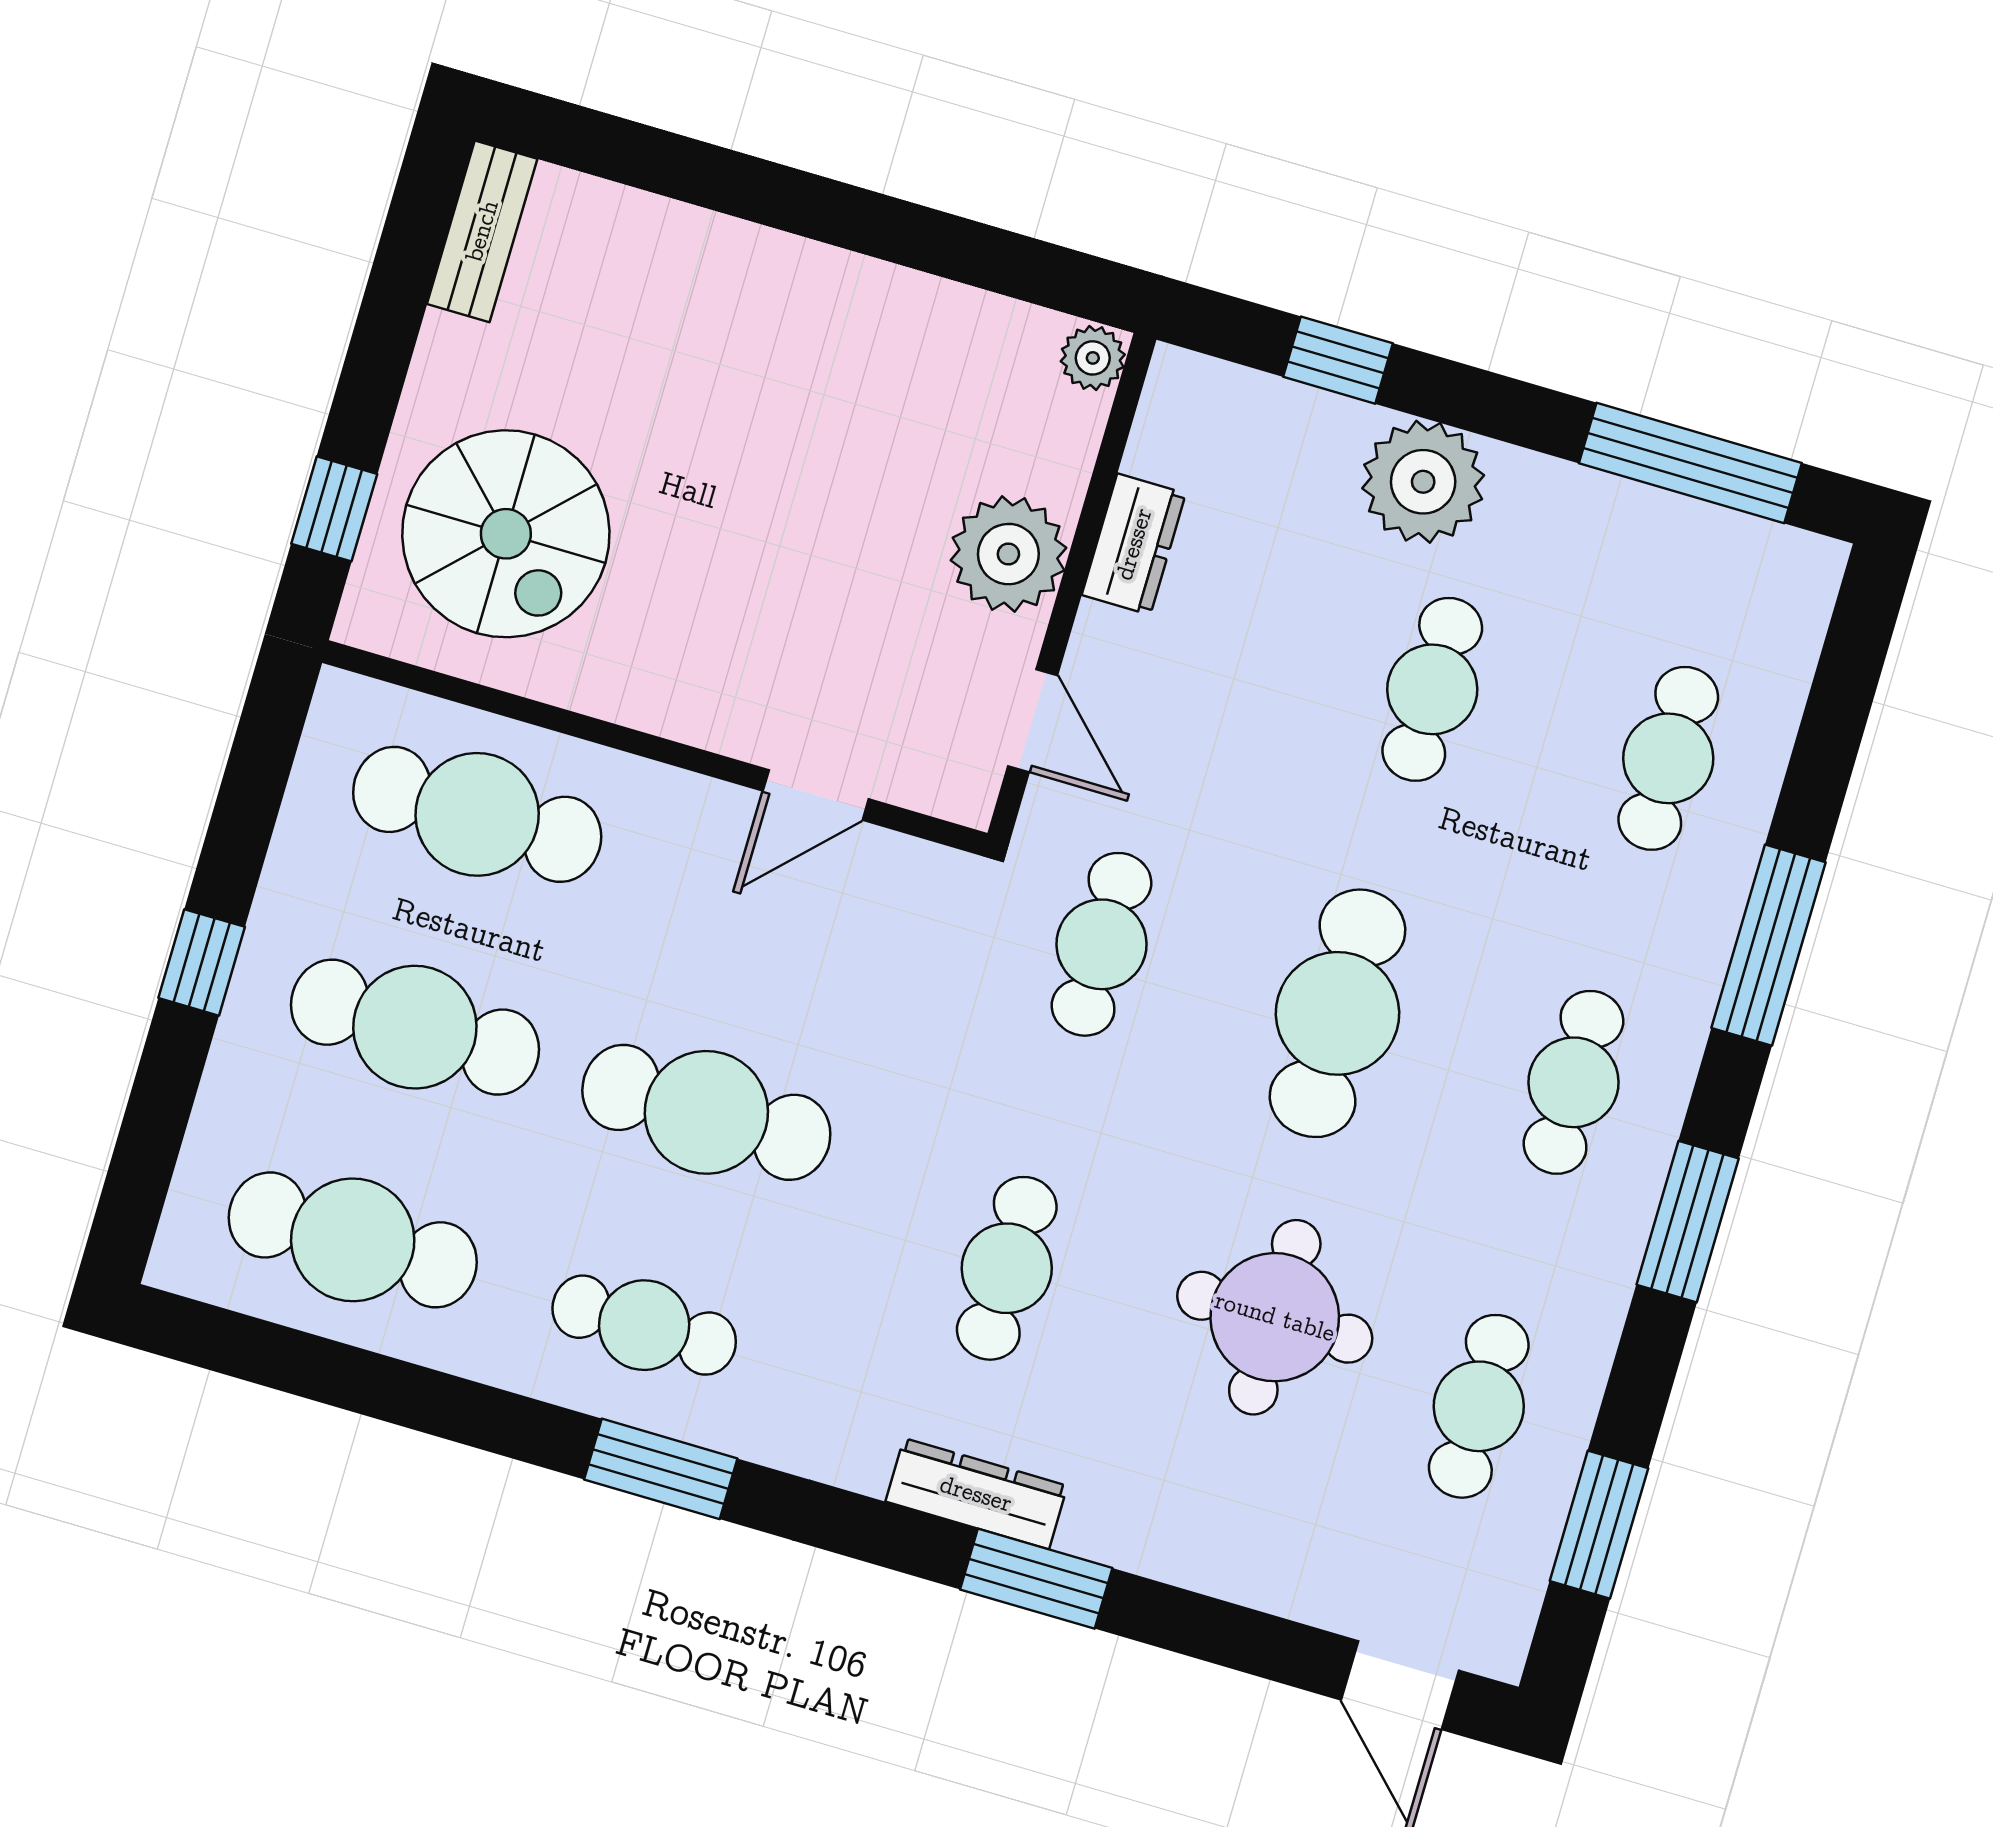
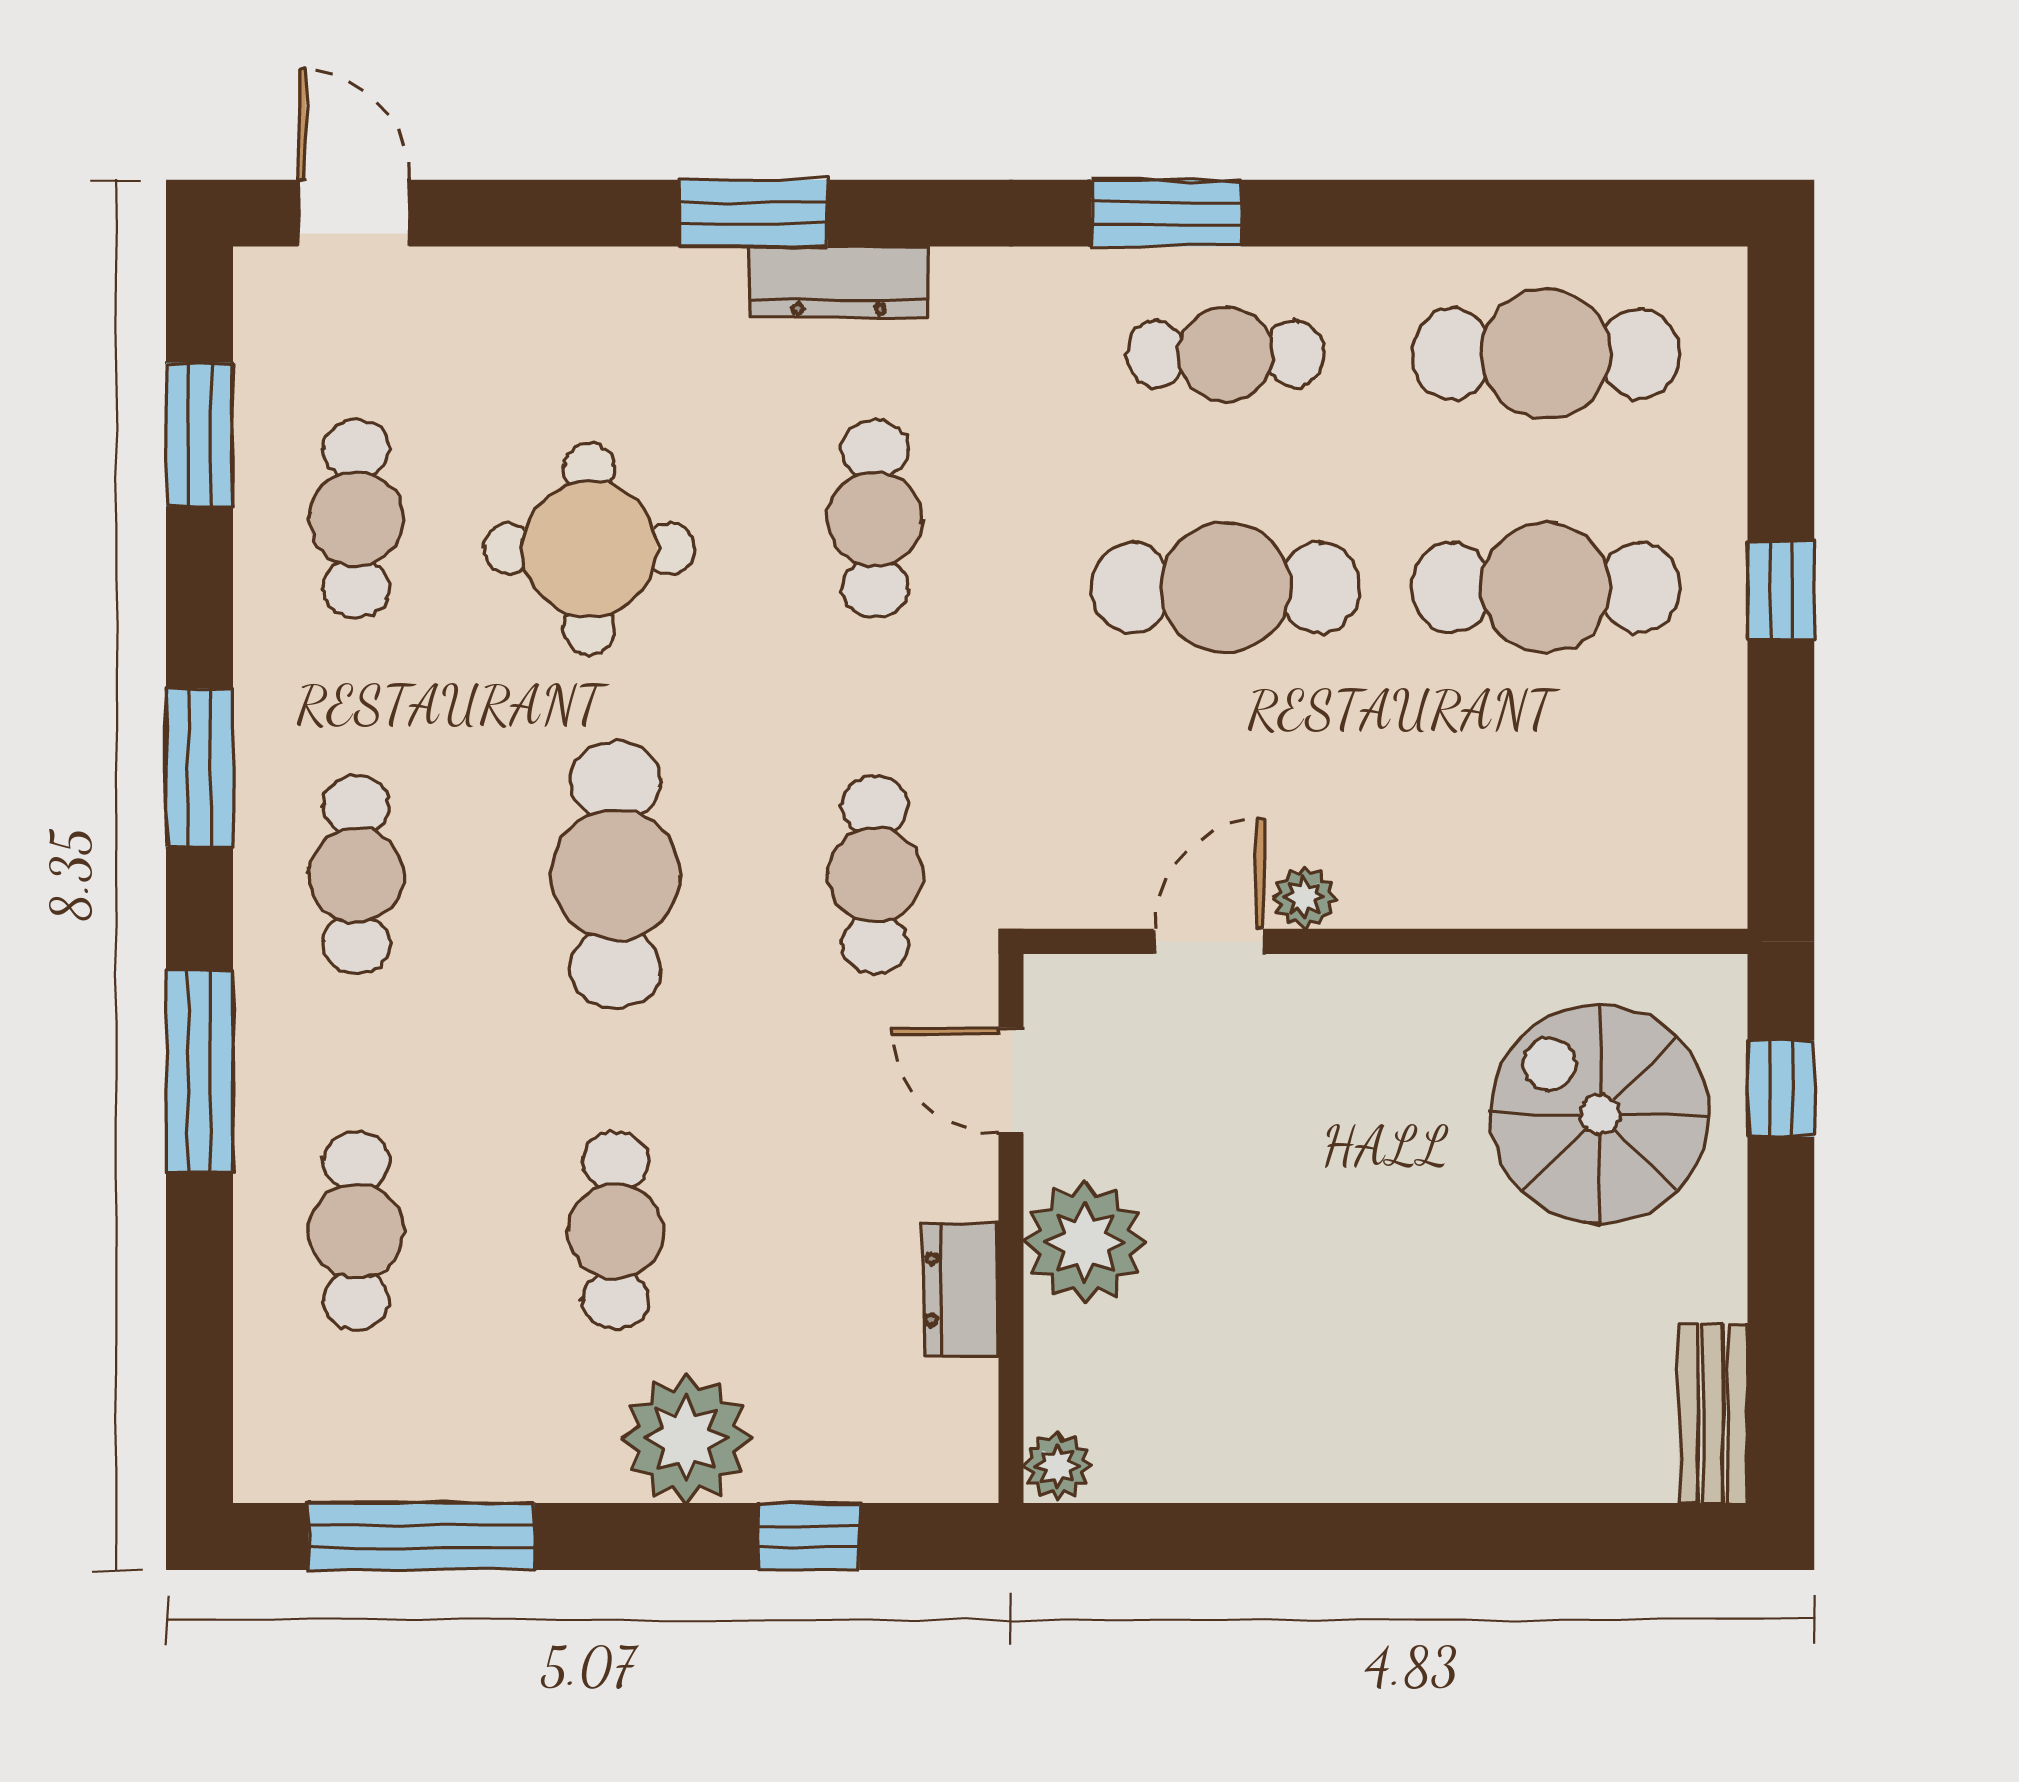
plant: (717, 809) -> (1304, 898), added
cafe table: (477, 814) -> (1546, 822), removed

